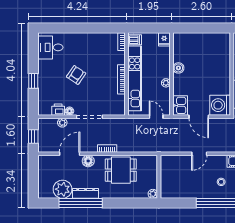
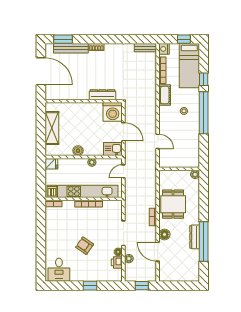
shelving: (203, 40) -> (52, 128), added
door: (199, 117) -> (123, 132), hinge flipped
door: (199, 154) -> (158, 141), moved
plant: (62, 189) -> (191, 258), removed

